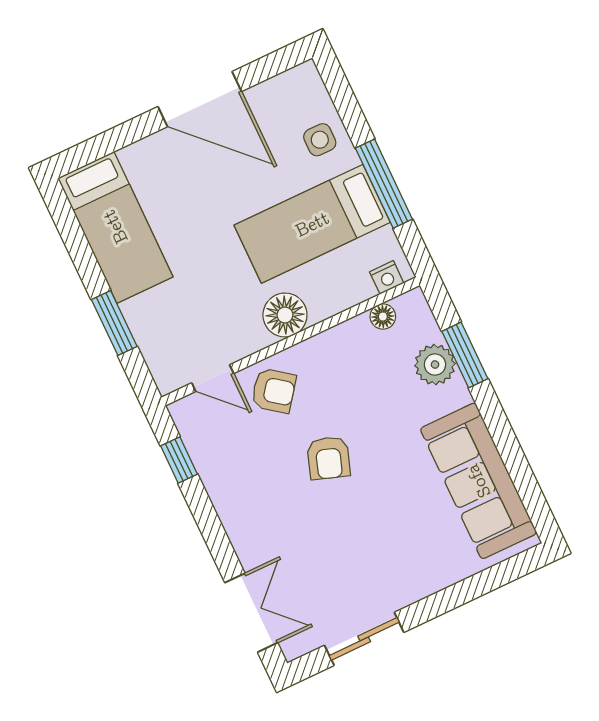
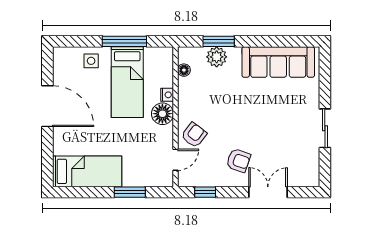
door: (200, 99) -> (47, 106), hinge flipped
nightstand: (387, 277) -> (167, 95), moved
armchair: (329, 458) -> (238, 160), moved
double door: (251, 613) -> (268, 192), moved
sliding door: (364, 639) -> (325, 128), moved

